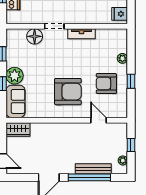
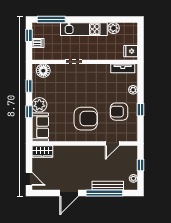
tv unit: (82, 34) -> (123, 68), moved
floor lamp: (35, 36) -> (43, 71), moved
door: (98, 120) -> (112, 143), swing flipped

